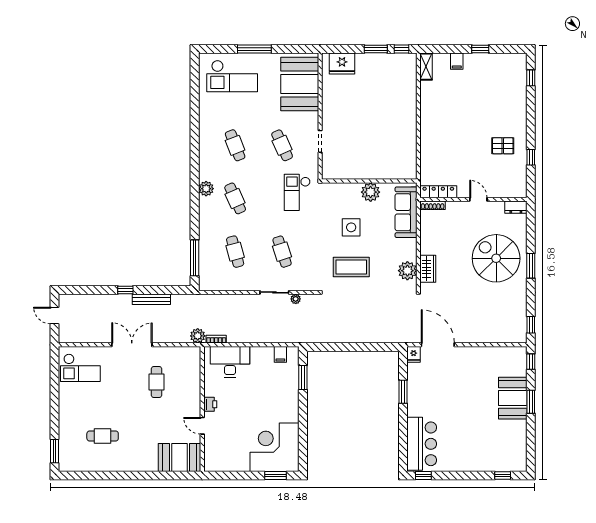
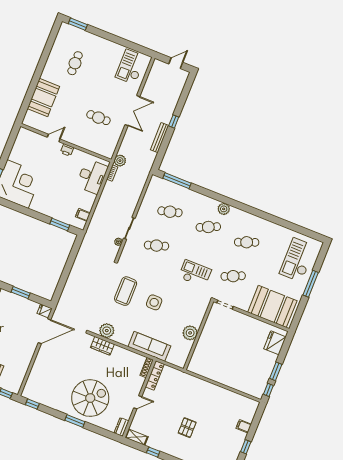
shelving: (426, 67) -> (137, 437), moved
pallet: (503, 146) -> (187, 428), moved
wall: (369, 181) -> (198, 335), moved
plant: (371, 192) -> (190, 333), moved
booth: (180, 457) -> (43, 98), moved

